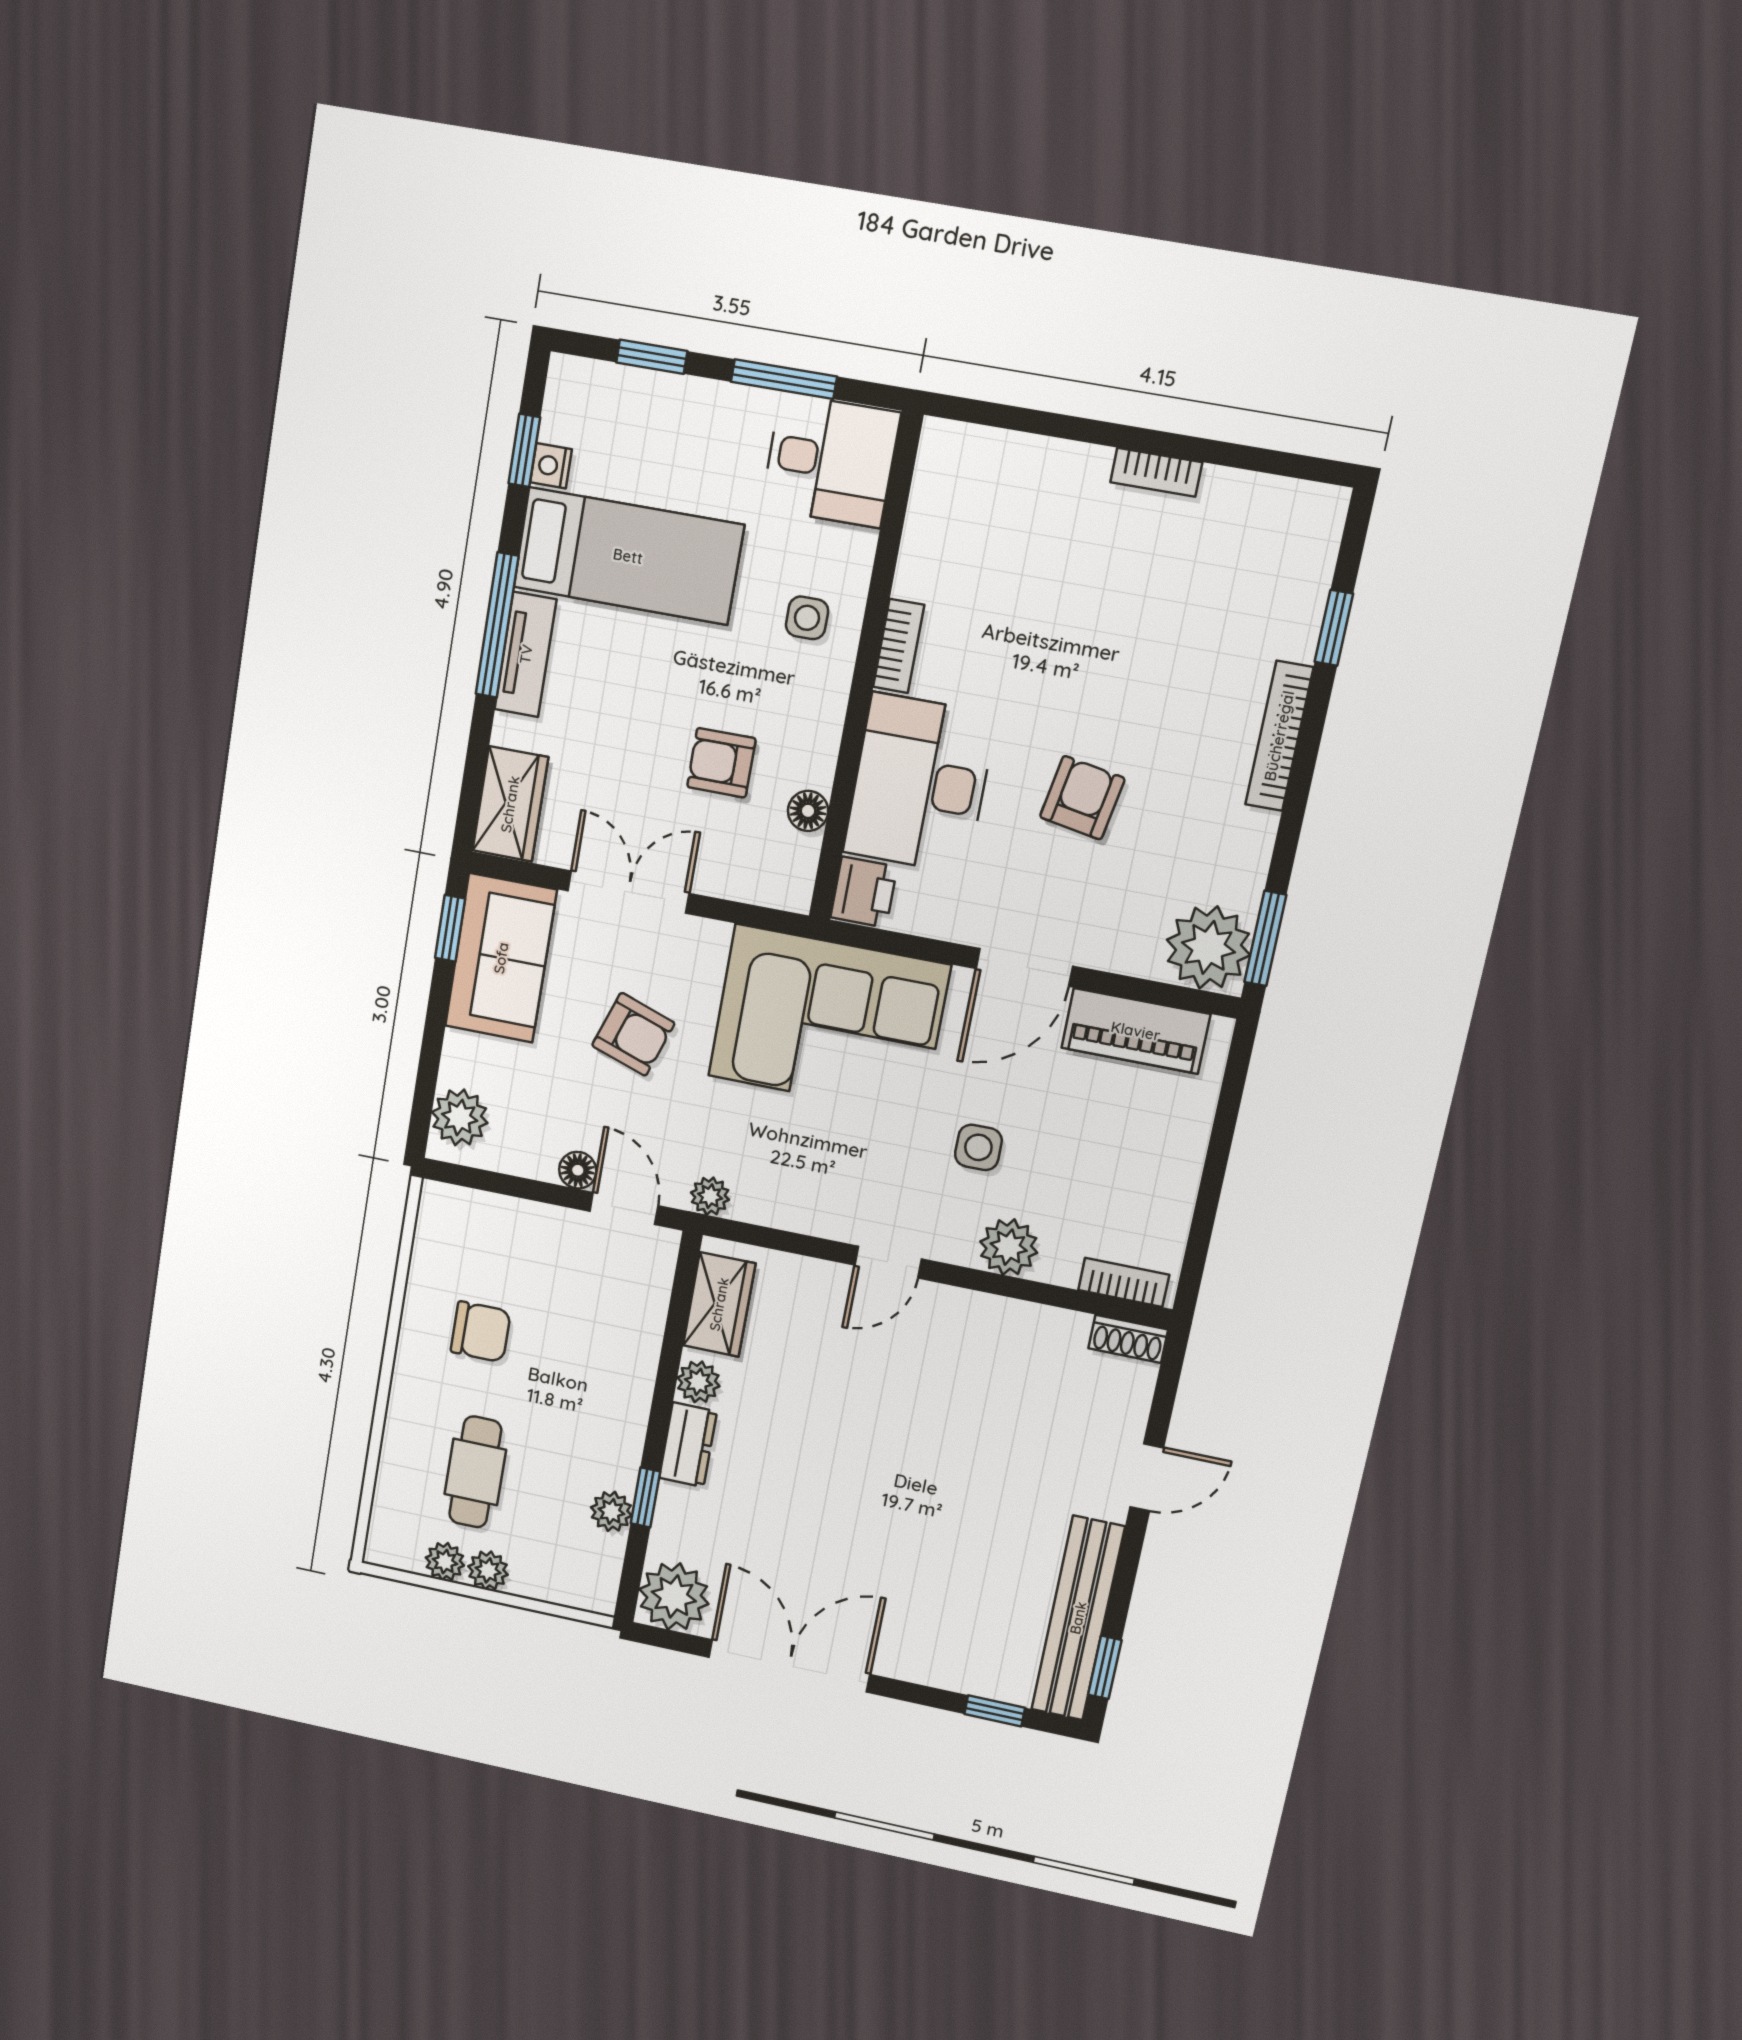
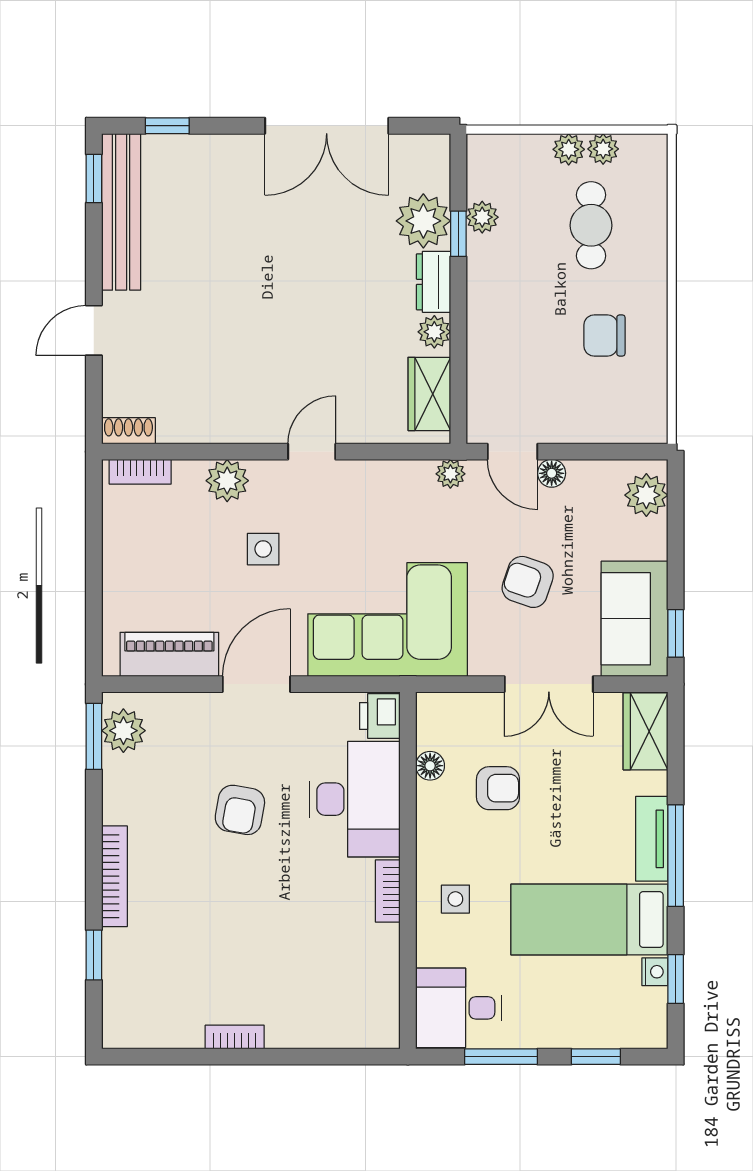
plant: (1208, 947) -> (123, 731), width x0.73, depth x0.73
plant: (674, 1596) -> (423, 221), moved

